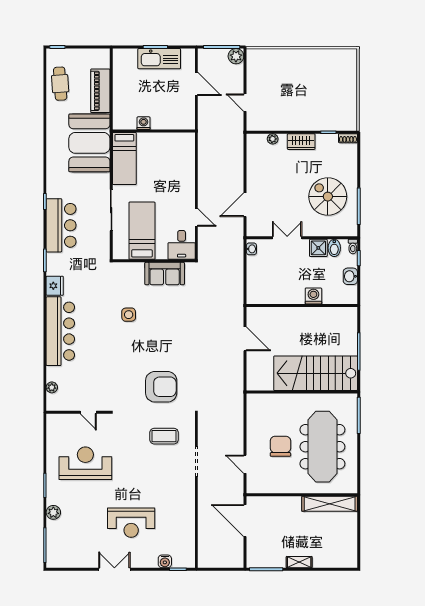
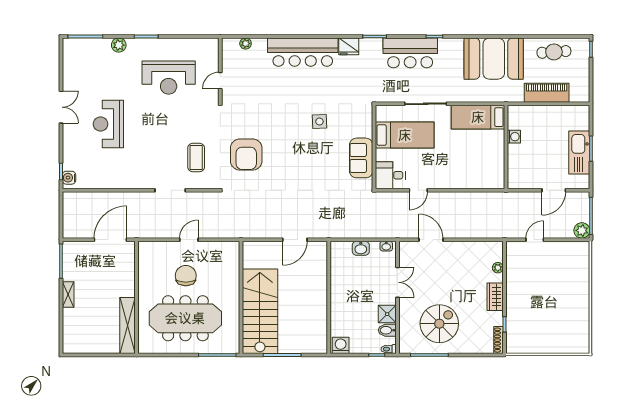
shoe rack: (348, 138) -> (499, 340), width x1.43
booth: (89, 143) -> (494, 59), moved
washbasin: (350, 276) -> (361, 248), moved, turned 180
washing machine: (313, 296) -> (341, 345), moved, turned -90
chair: (280, 446) -> (186, 276), turned -90
reception desk: (85, 463) -> (169, 78), turned 90
door: (245, 464) -> (189, 240), moved
water cooler: (165, 561) -> (69, 178), moved

